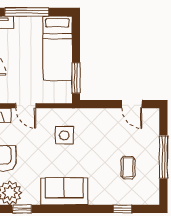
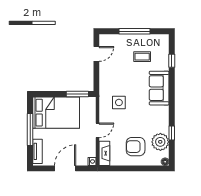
bed: (58, 48) -> (56, 113), width x1.50
sofa: (64, 191) -> (159, 88), moved

